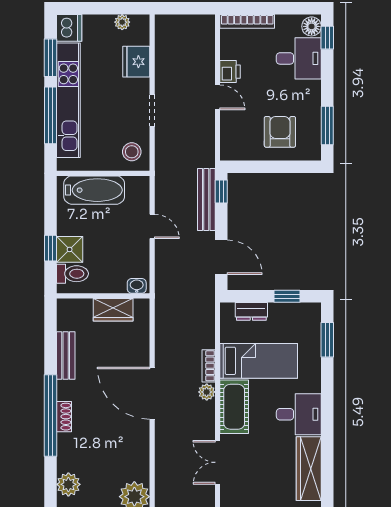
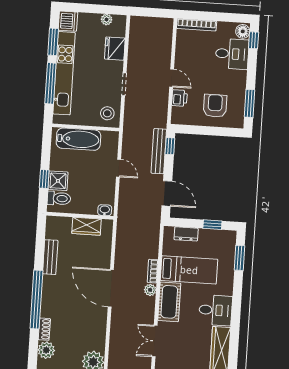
printer: (230, 72) -> (179, 98), moved
shoe rack: (64, 417) -> (44, 329), moved

